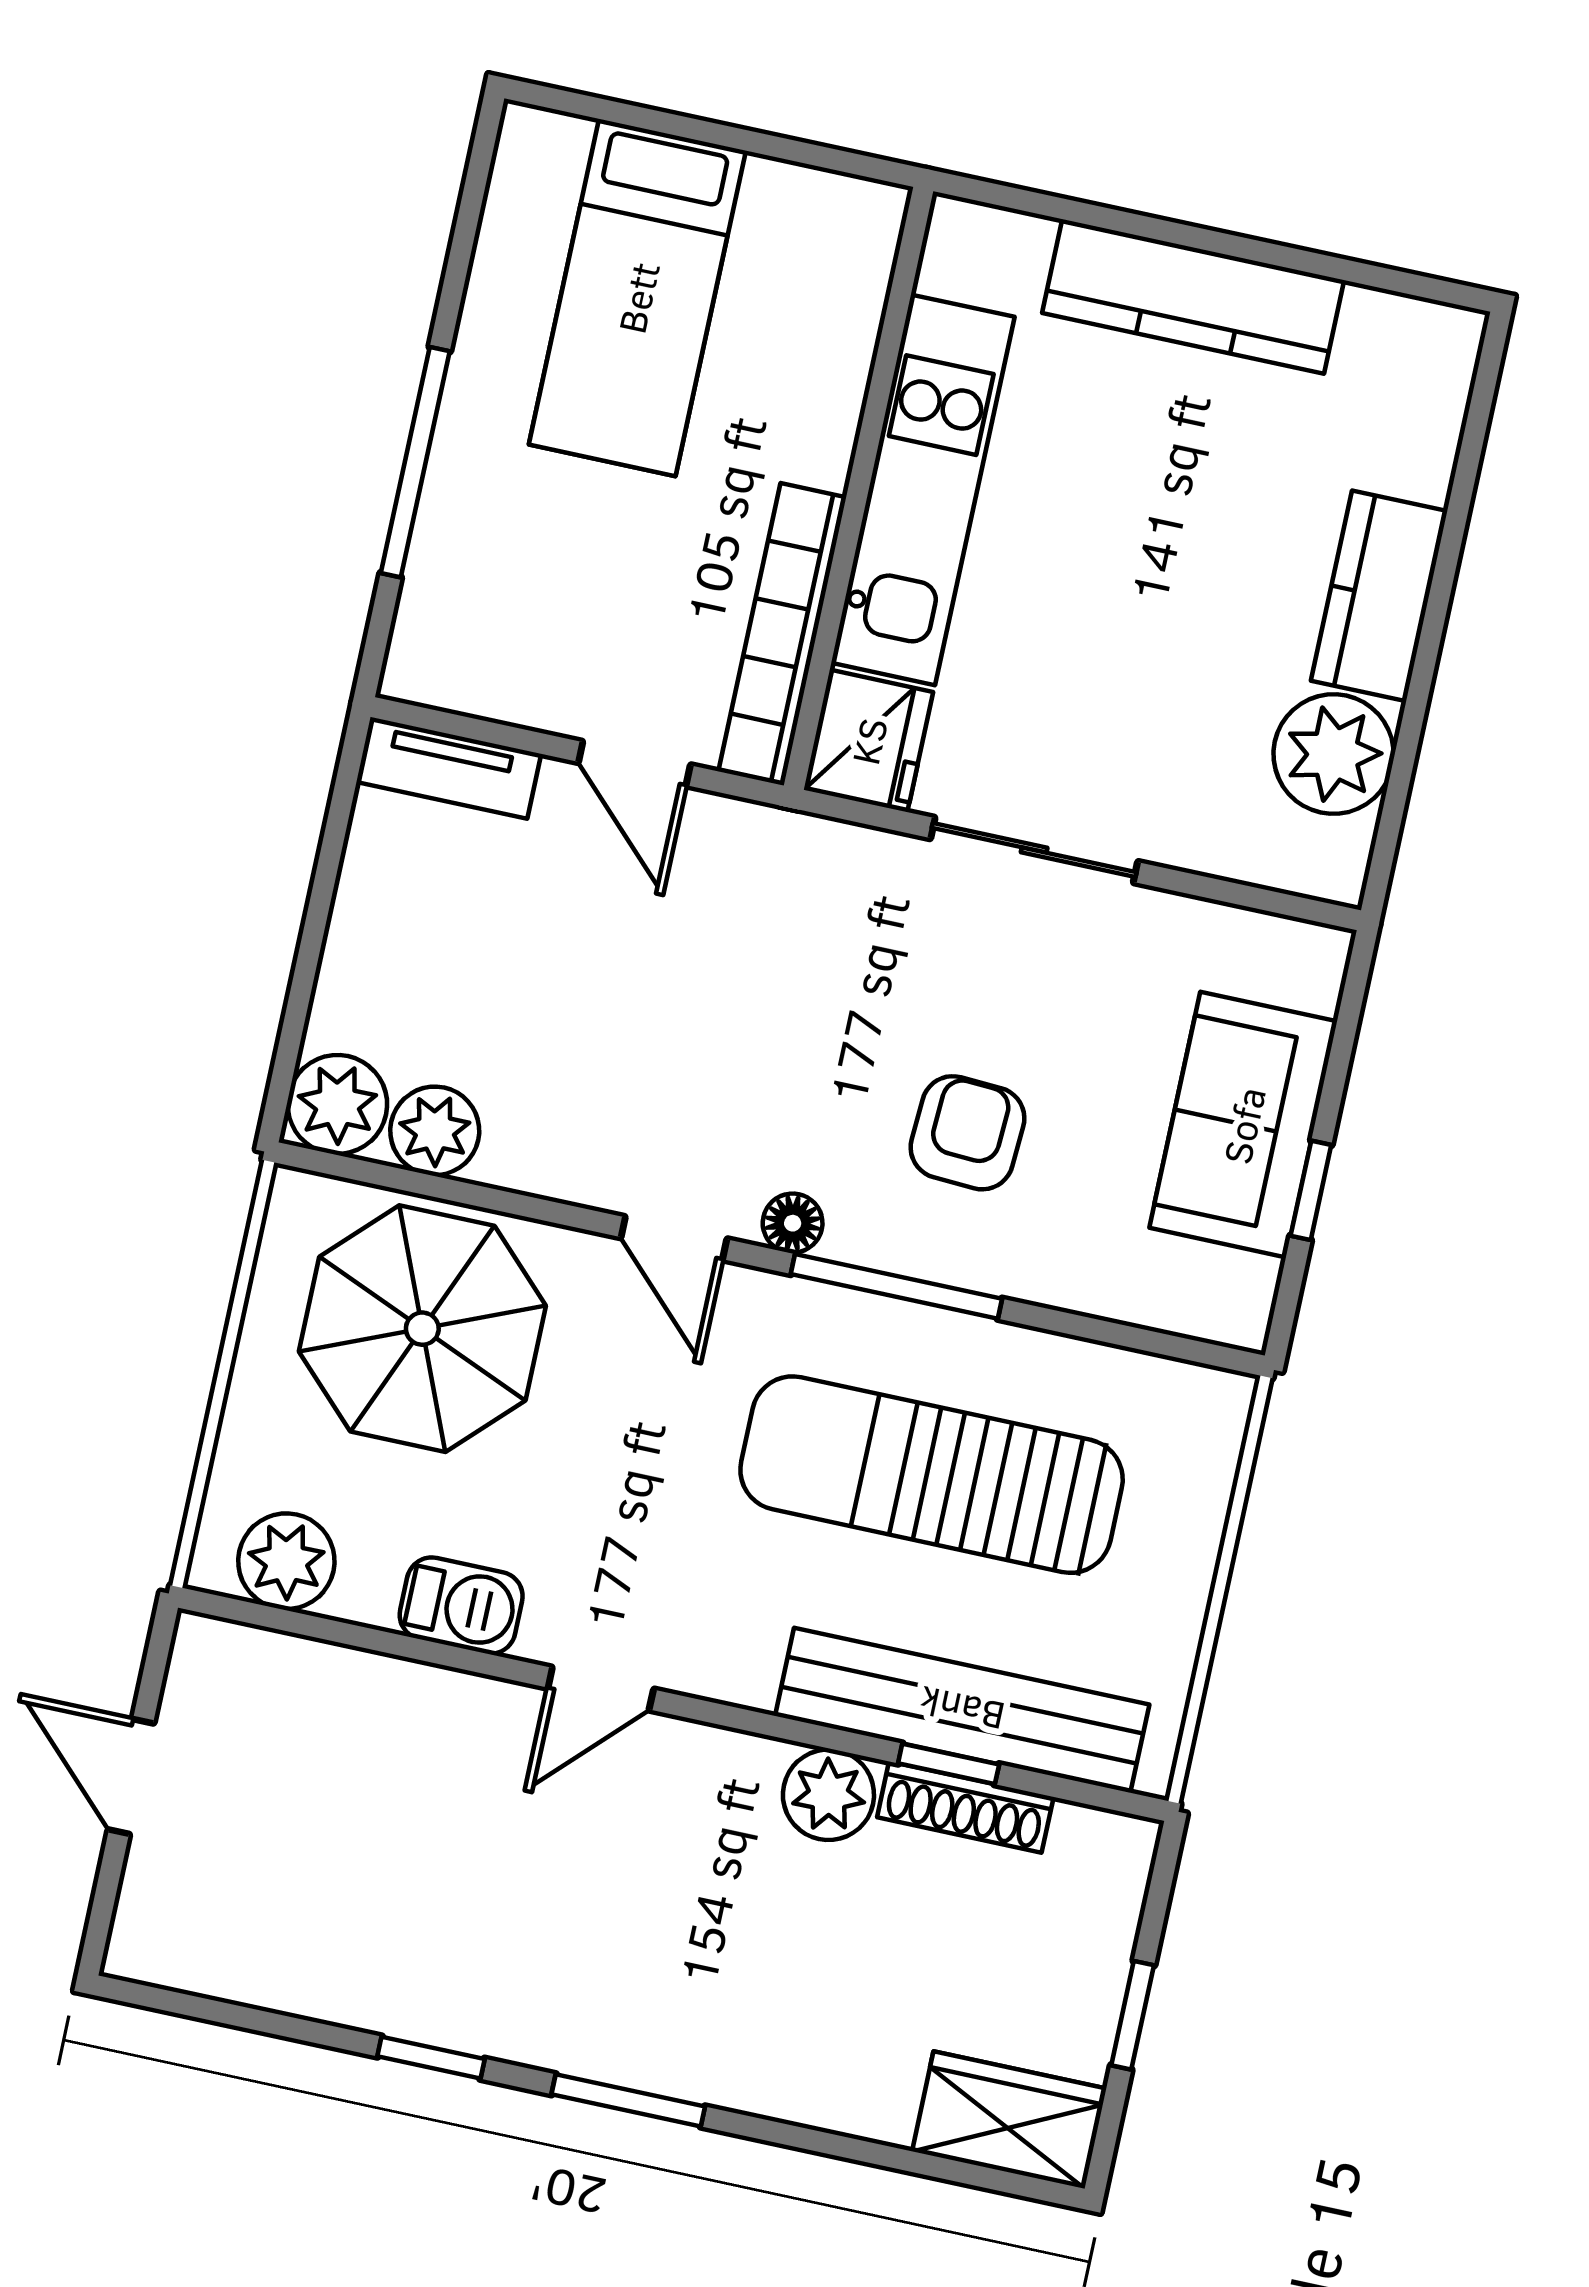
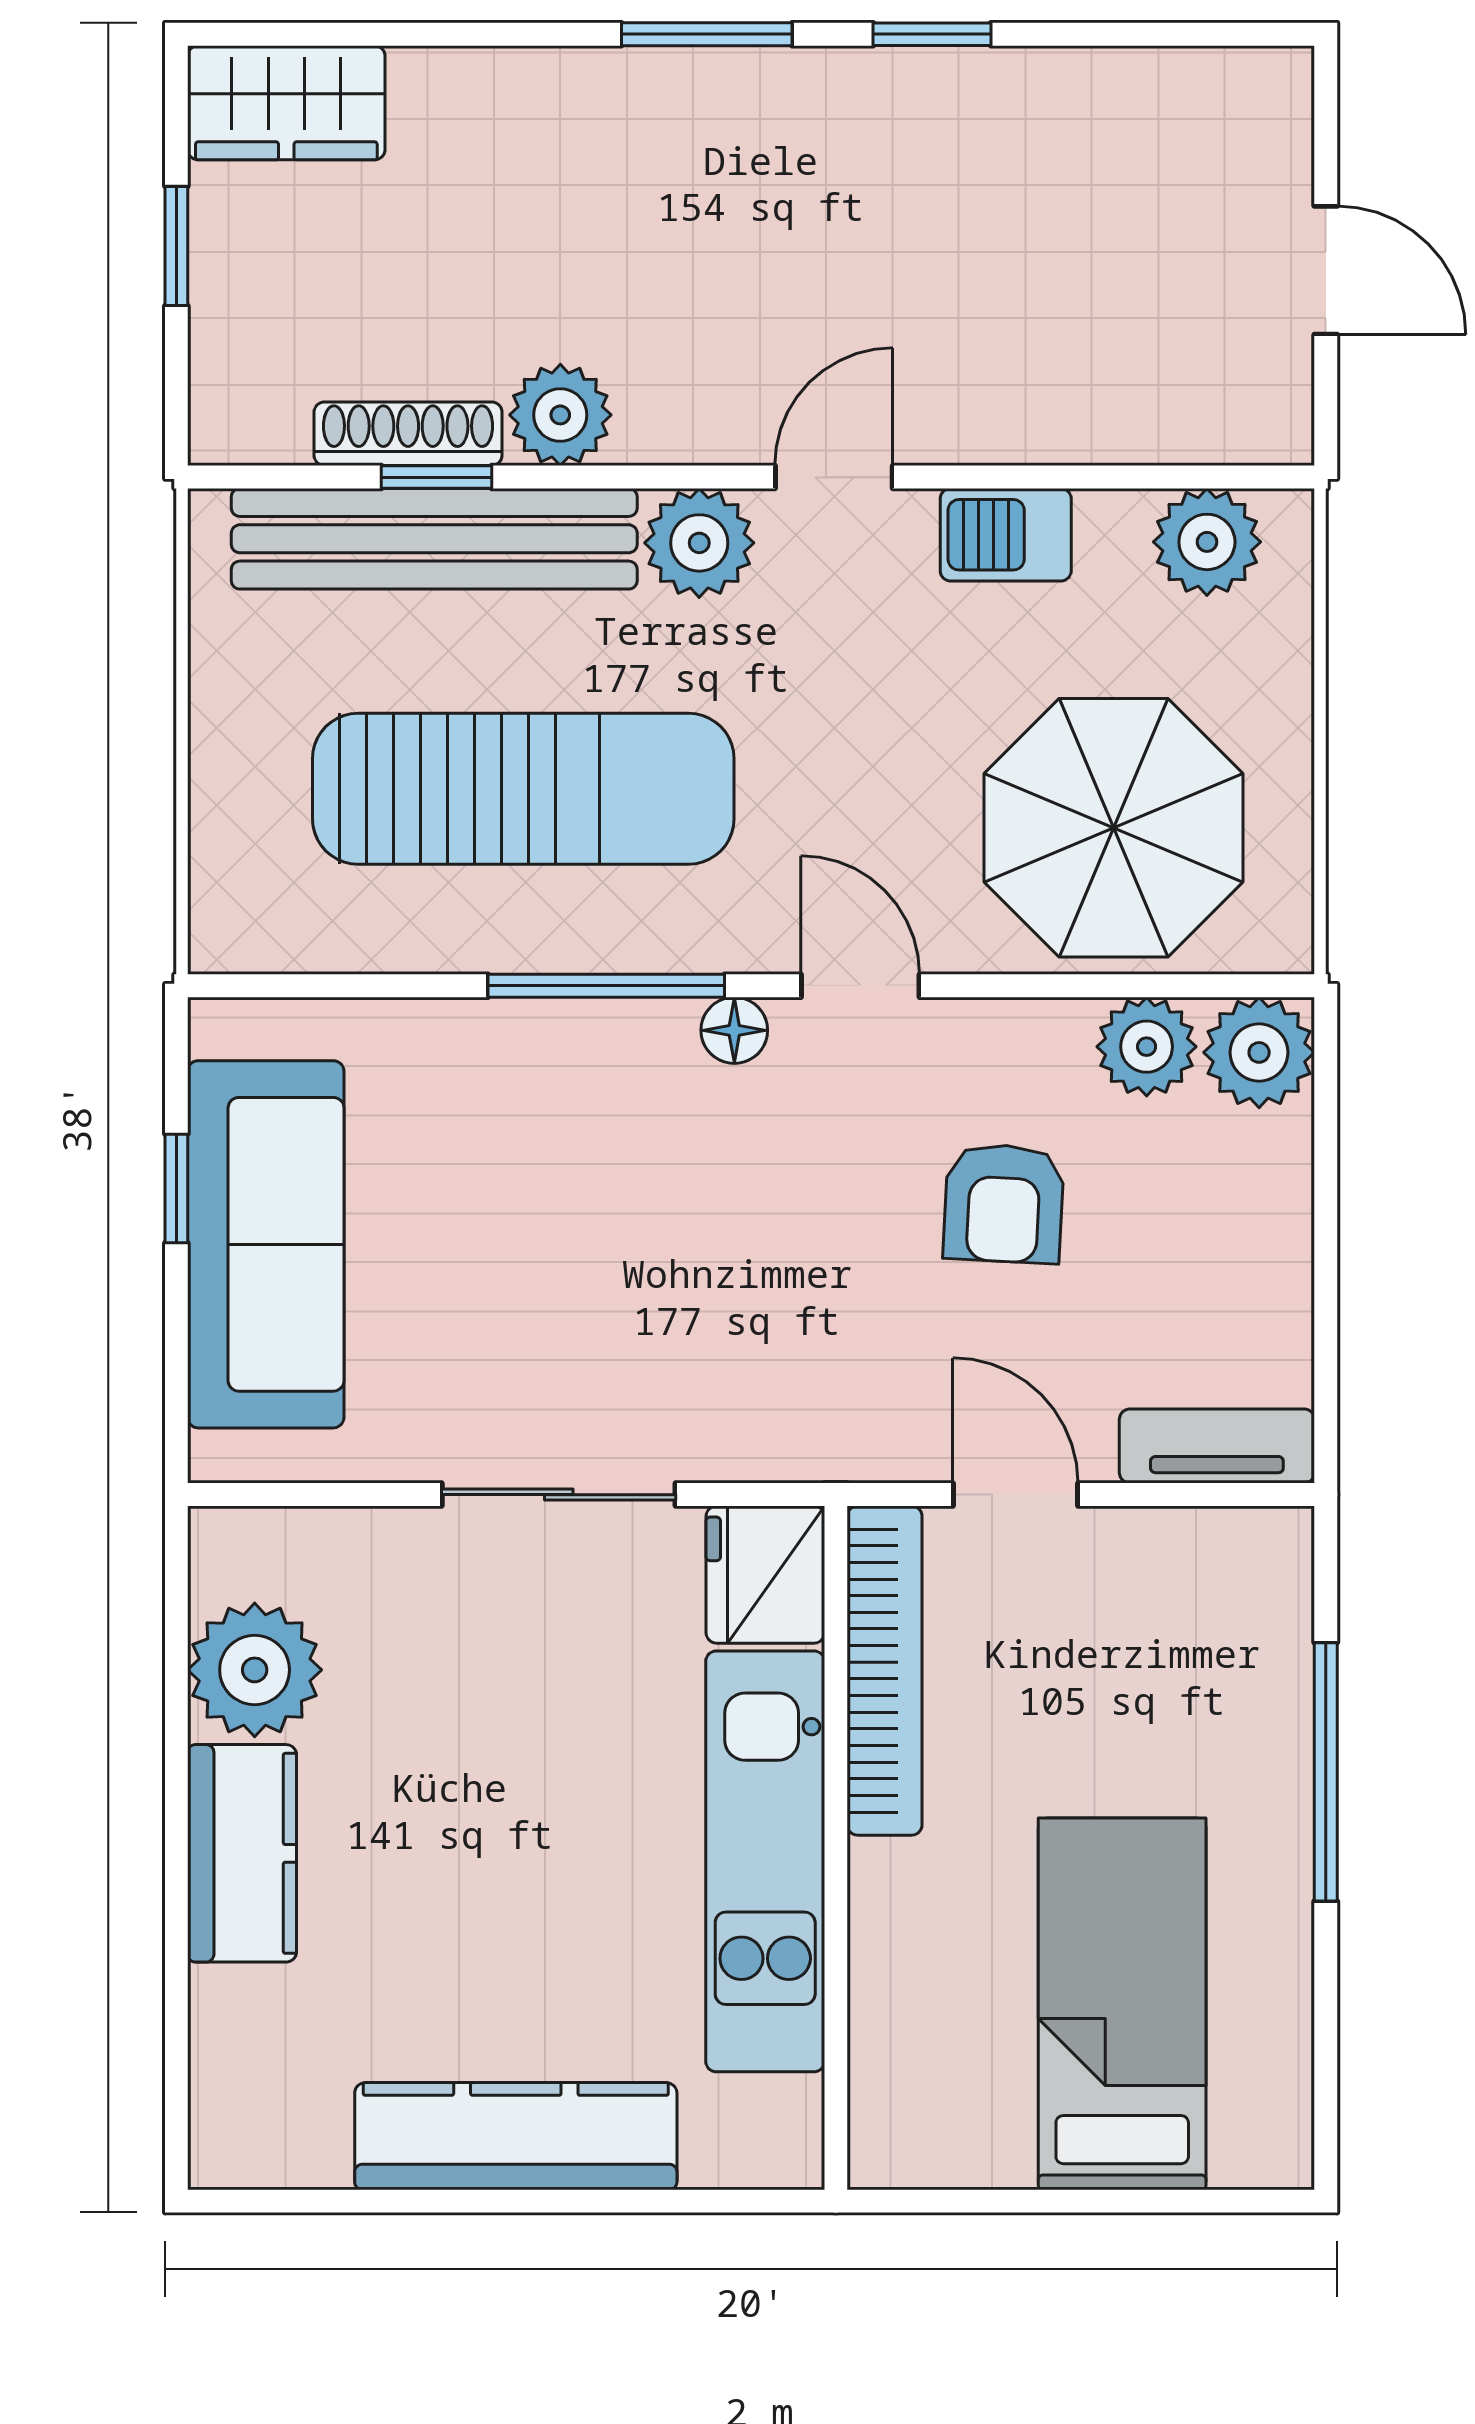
sofa: (1243, 1125) -> (266, 1244), width x1.36
armchair: (967, 1133) -> (1004, 1203), moved
plant: (731, 1656) -> (699, 543), added

